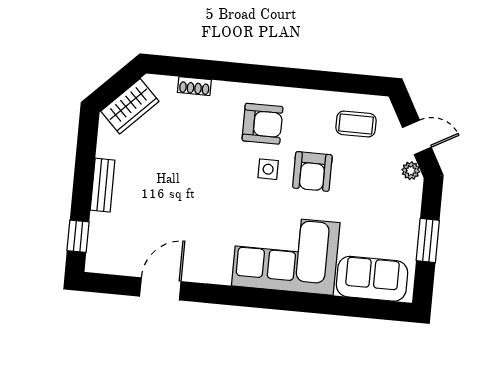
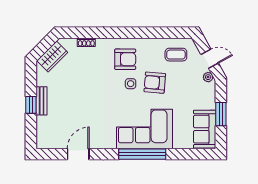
armchair: (312, 171) -> (155, 83), turned 95
window: (78, 236) -> (31, 105), moved
sofa: (372, 279) -> (205, 129), moved, turned -90
window: (277, 300) -> (142, 154), added

